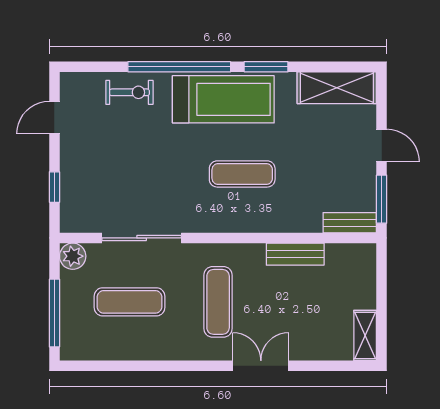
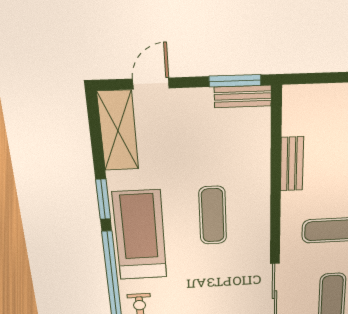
door: (382, 146) -> (151, 84), moved
bench: (350, 223) -> (243, 96), moved, turned 90

